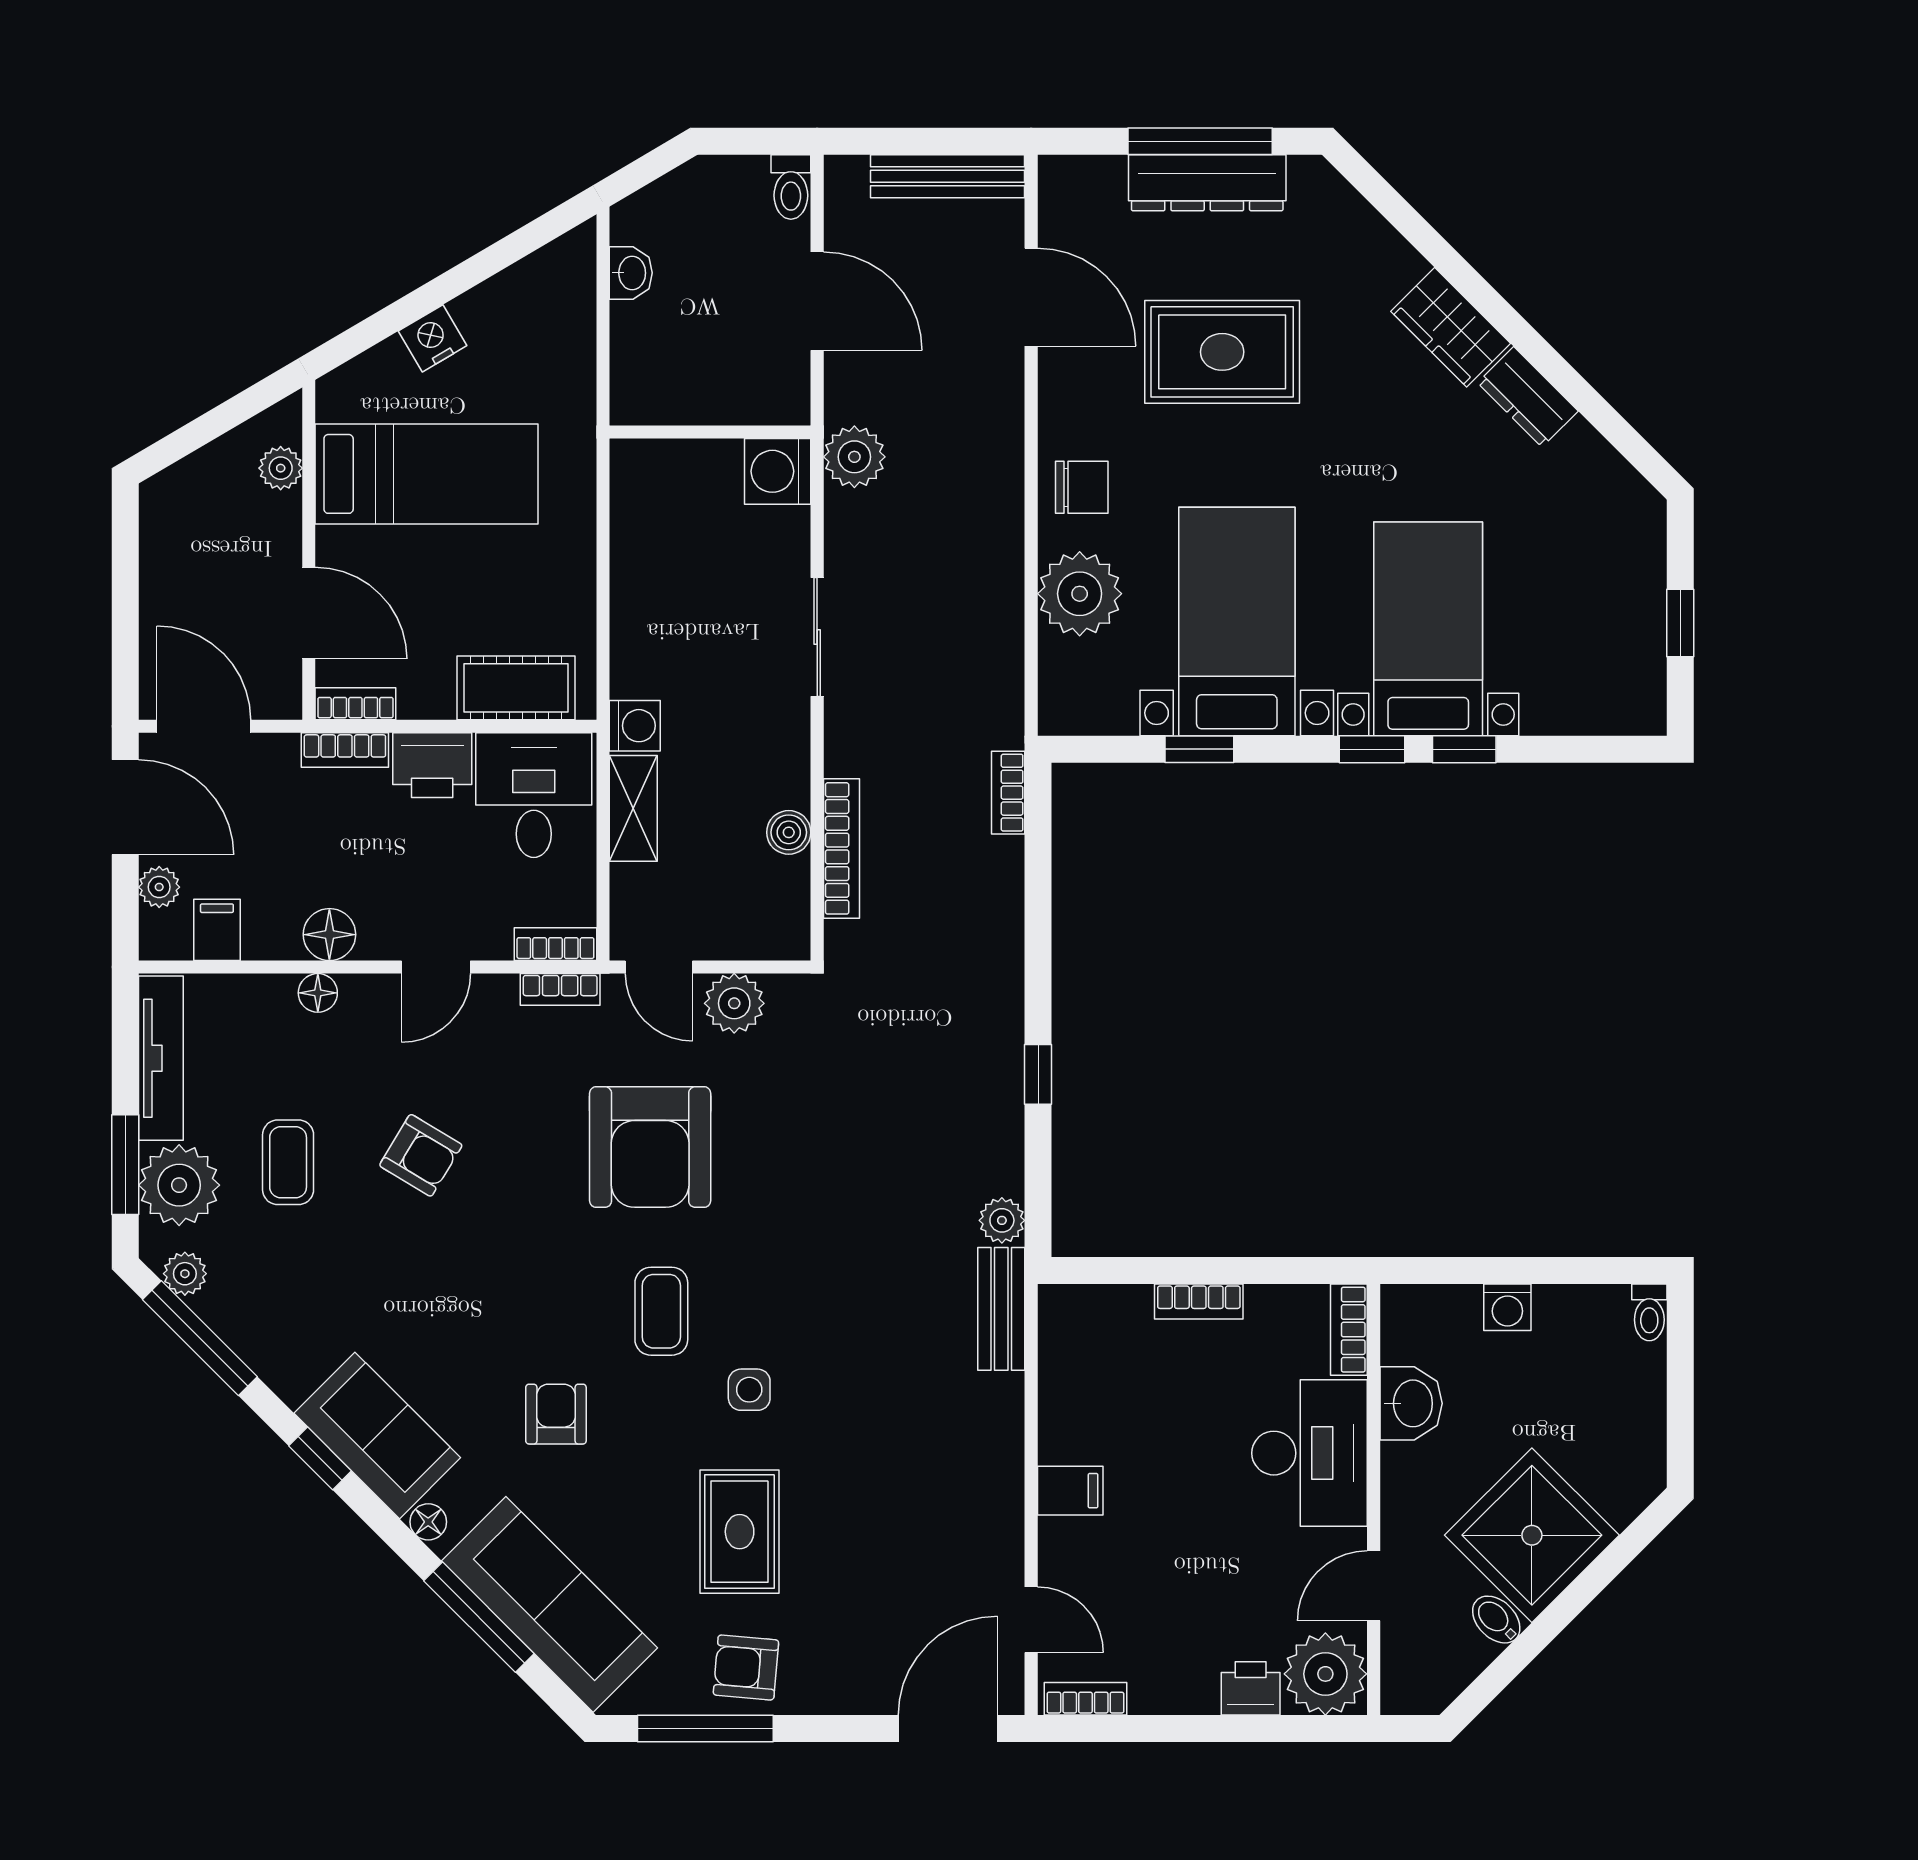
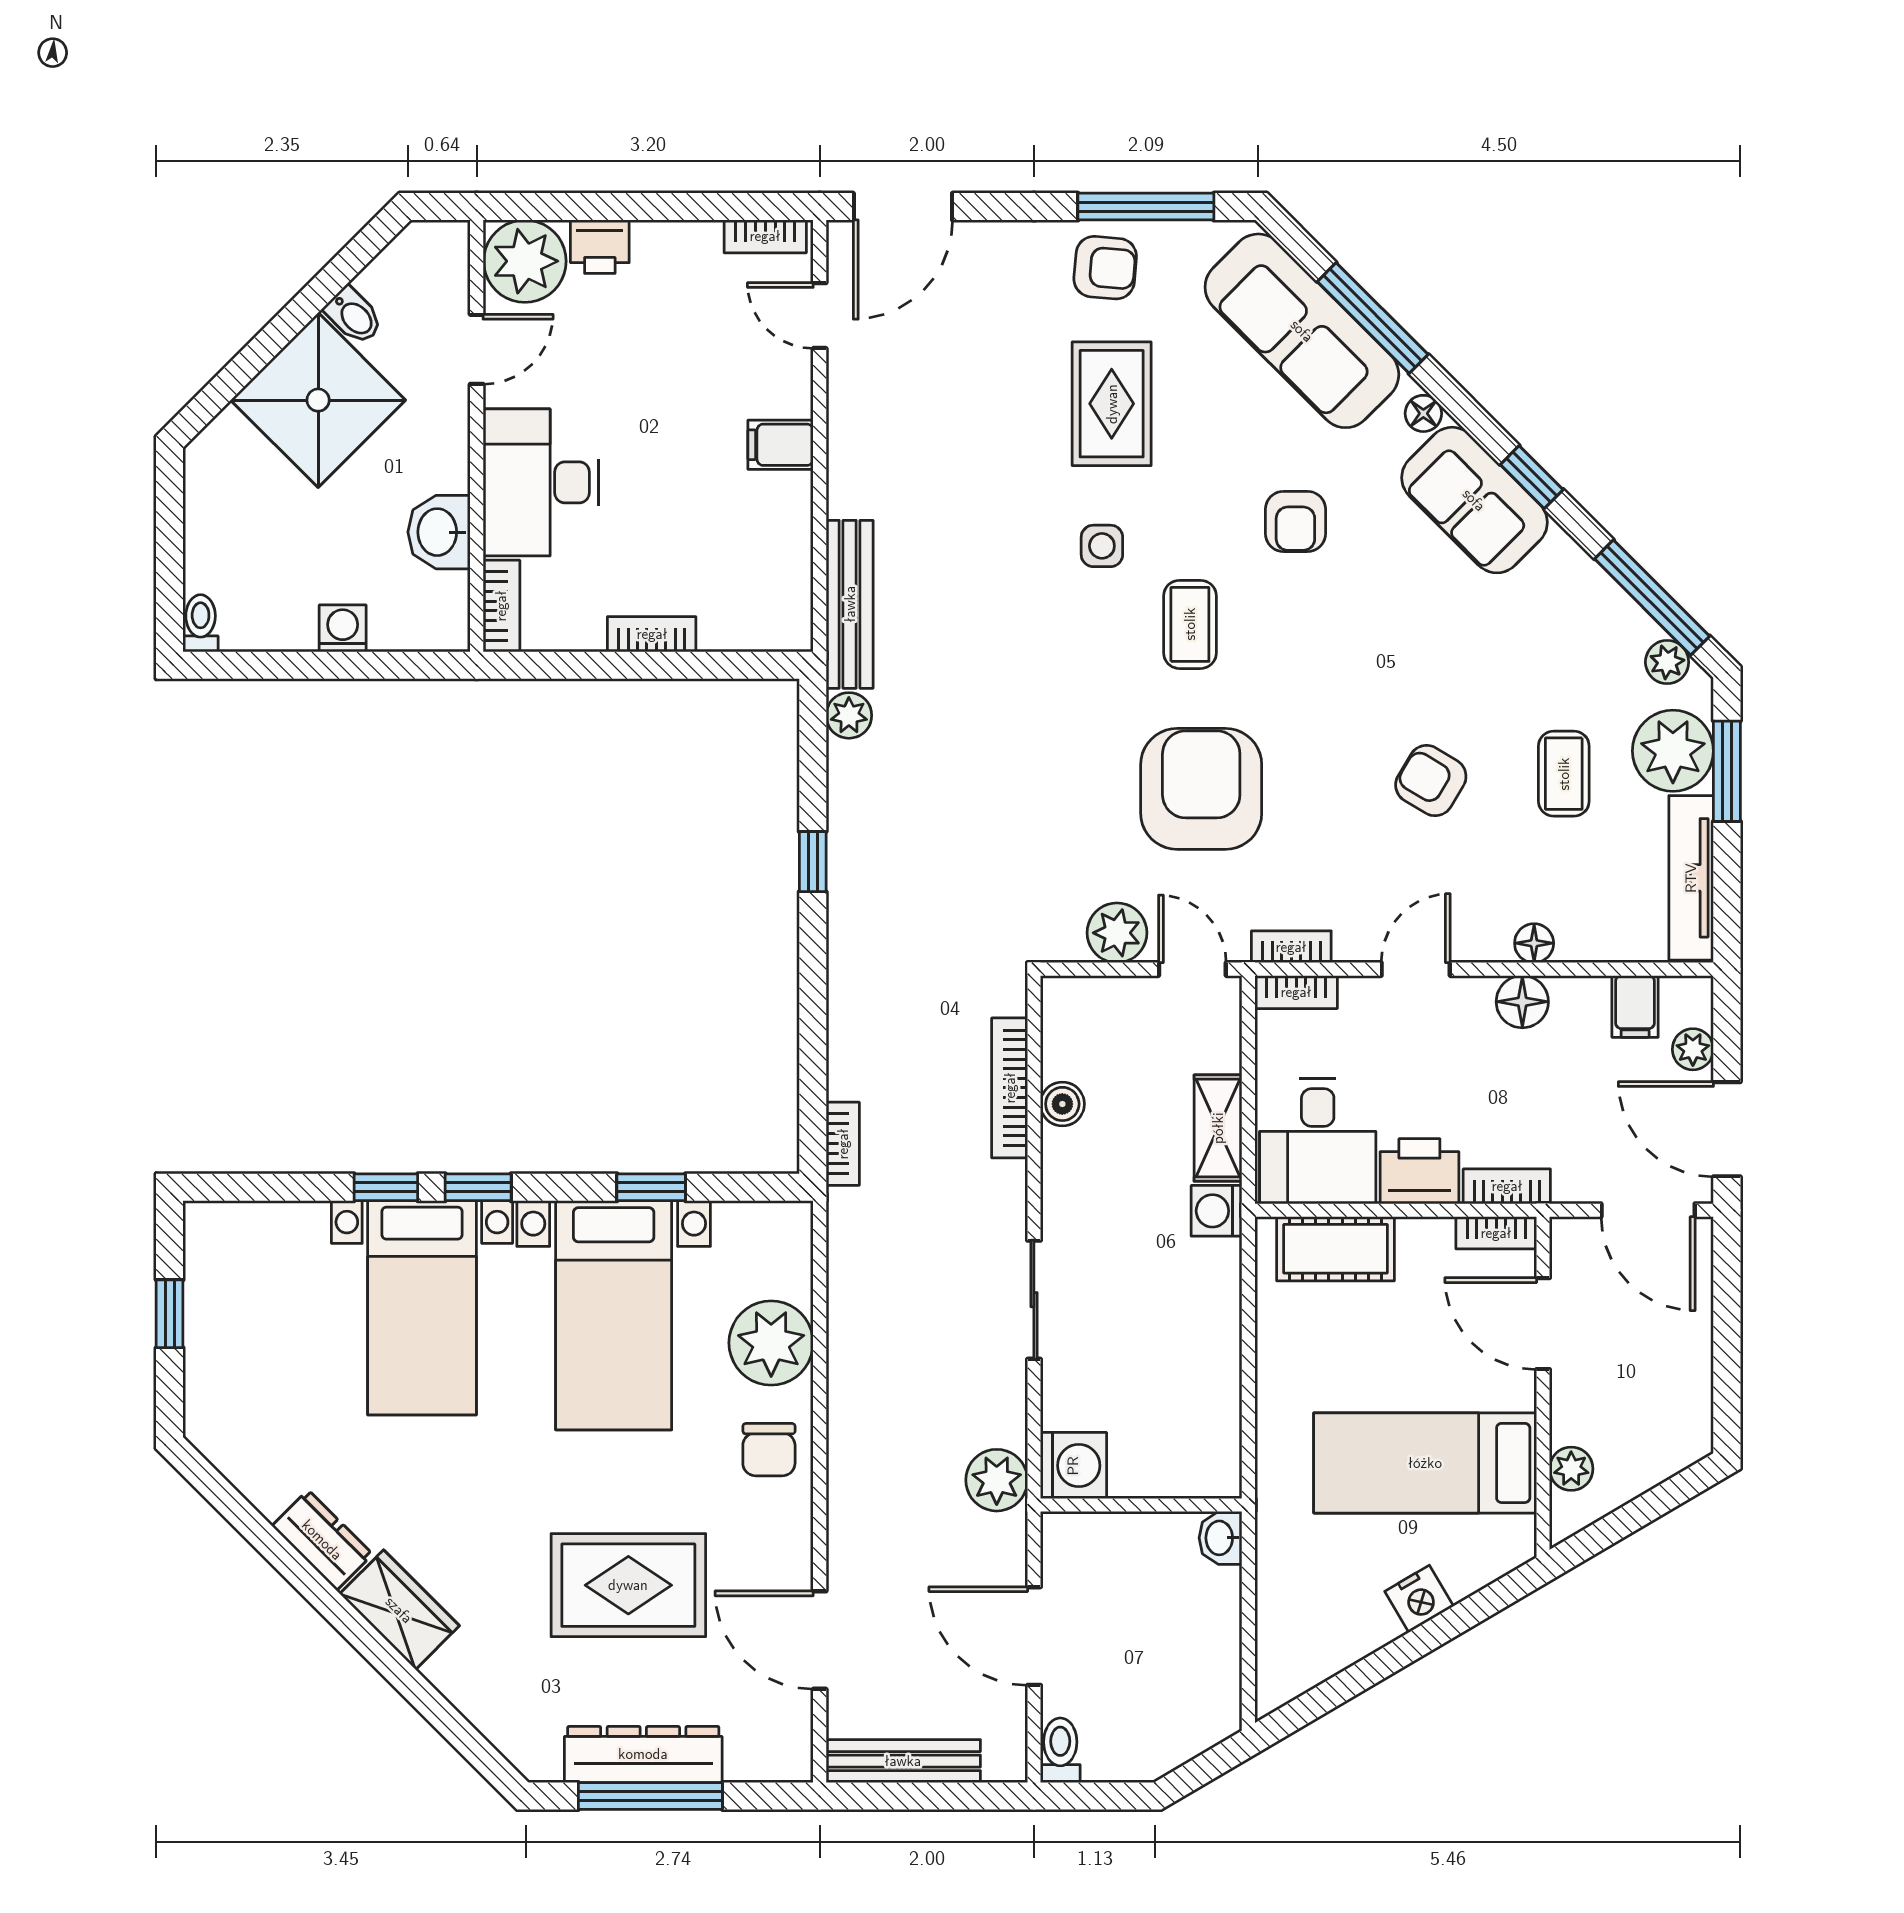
washbasin: (631, 273) -> (1220, 1538), moved
chair: (1082, 487) -> (769, 1450), turned -90
bench: (1001, 1309) -> (850, 604), width x1.36

